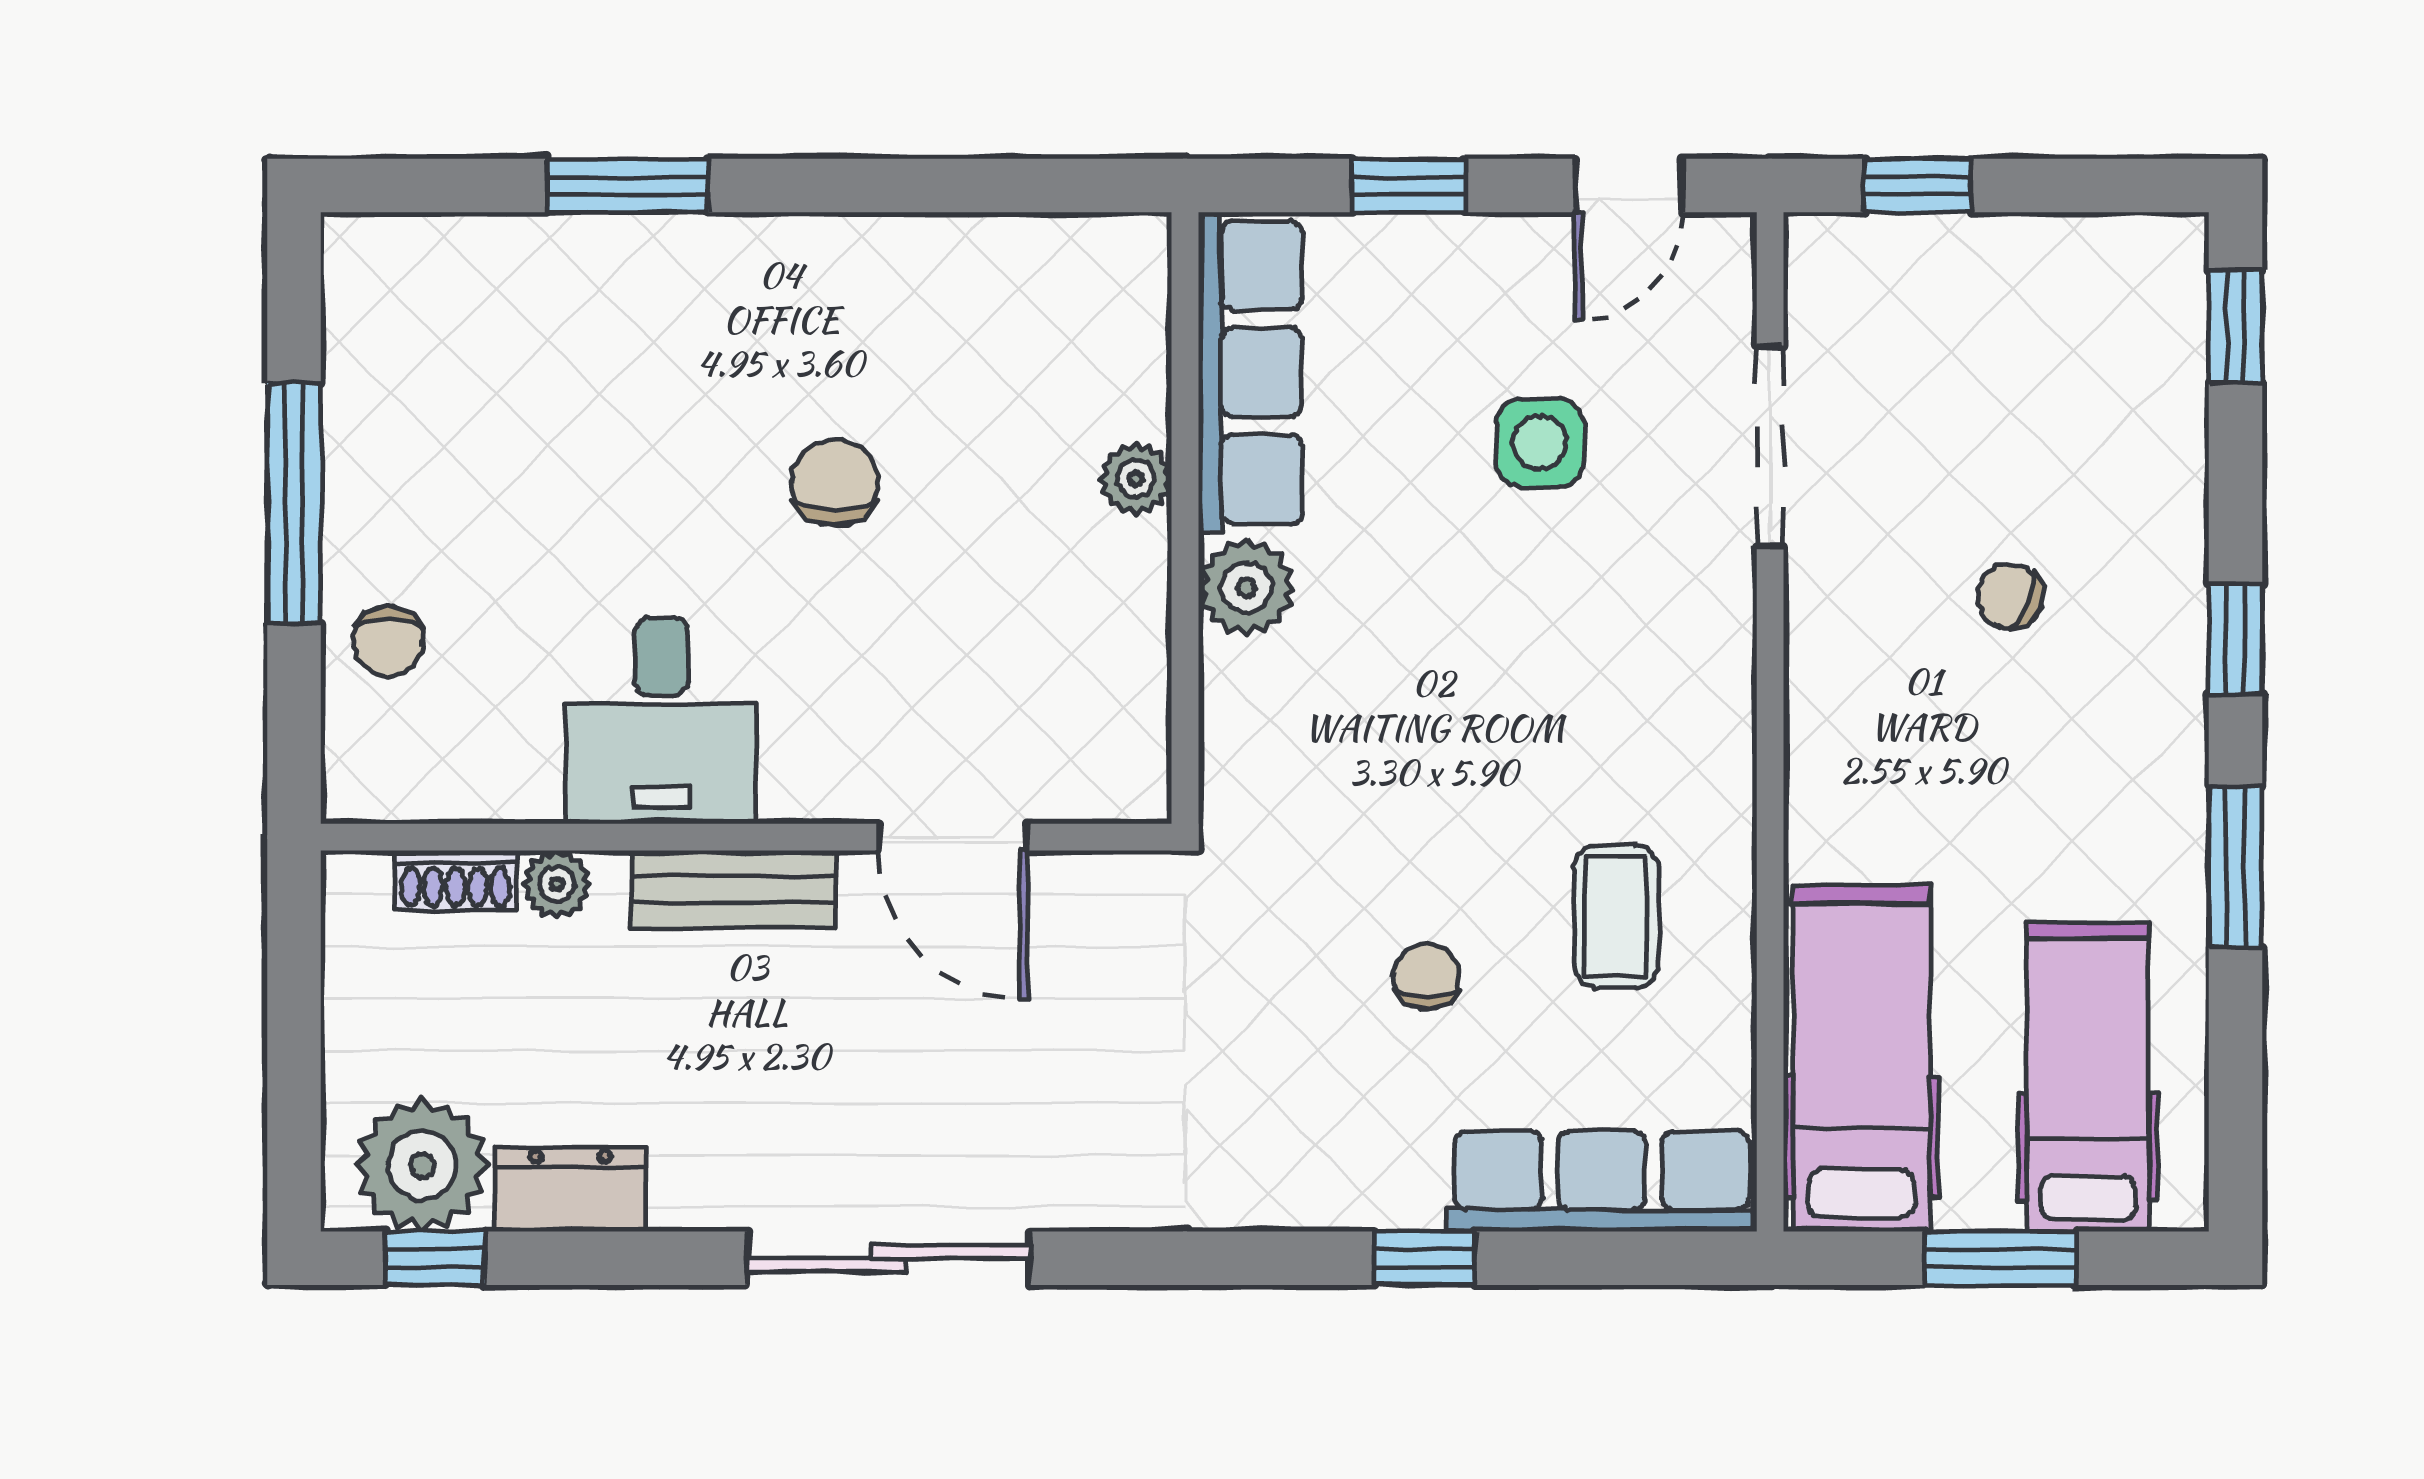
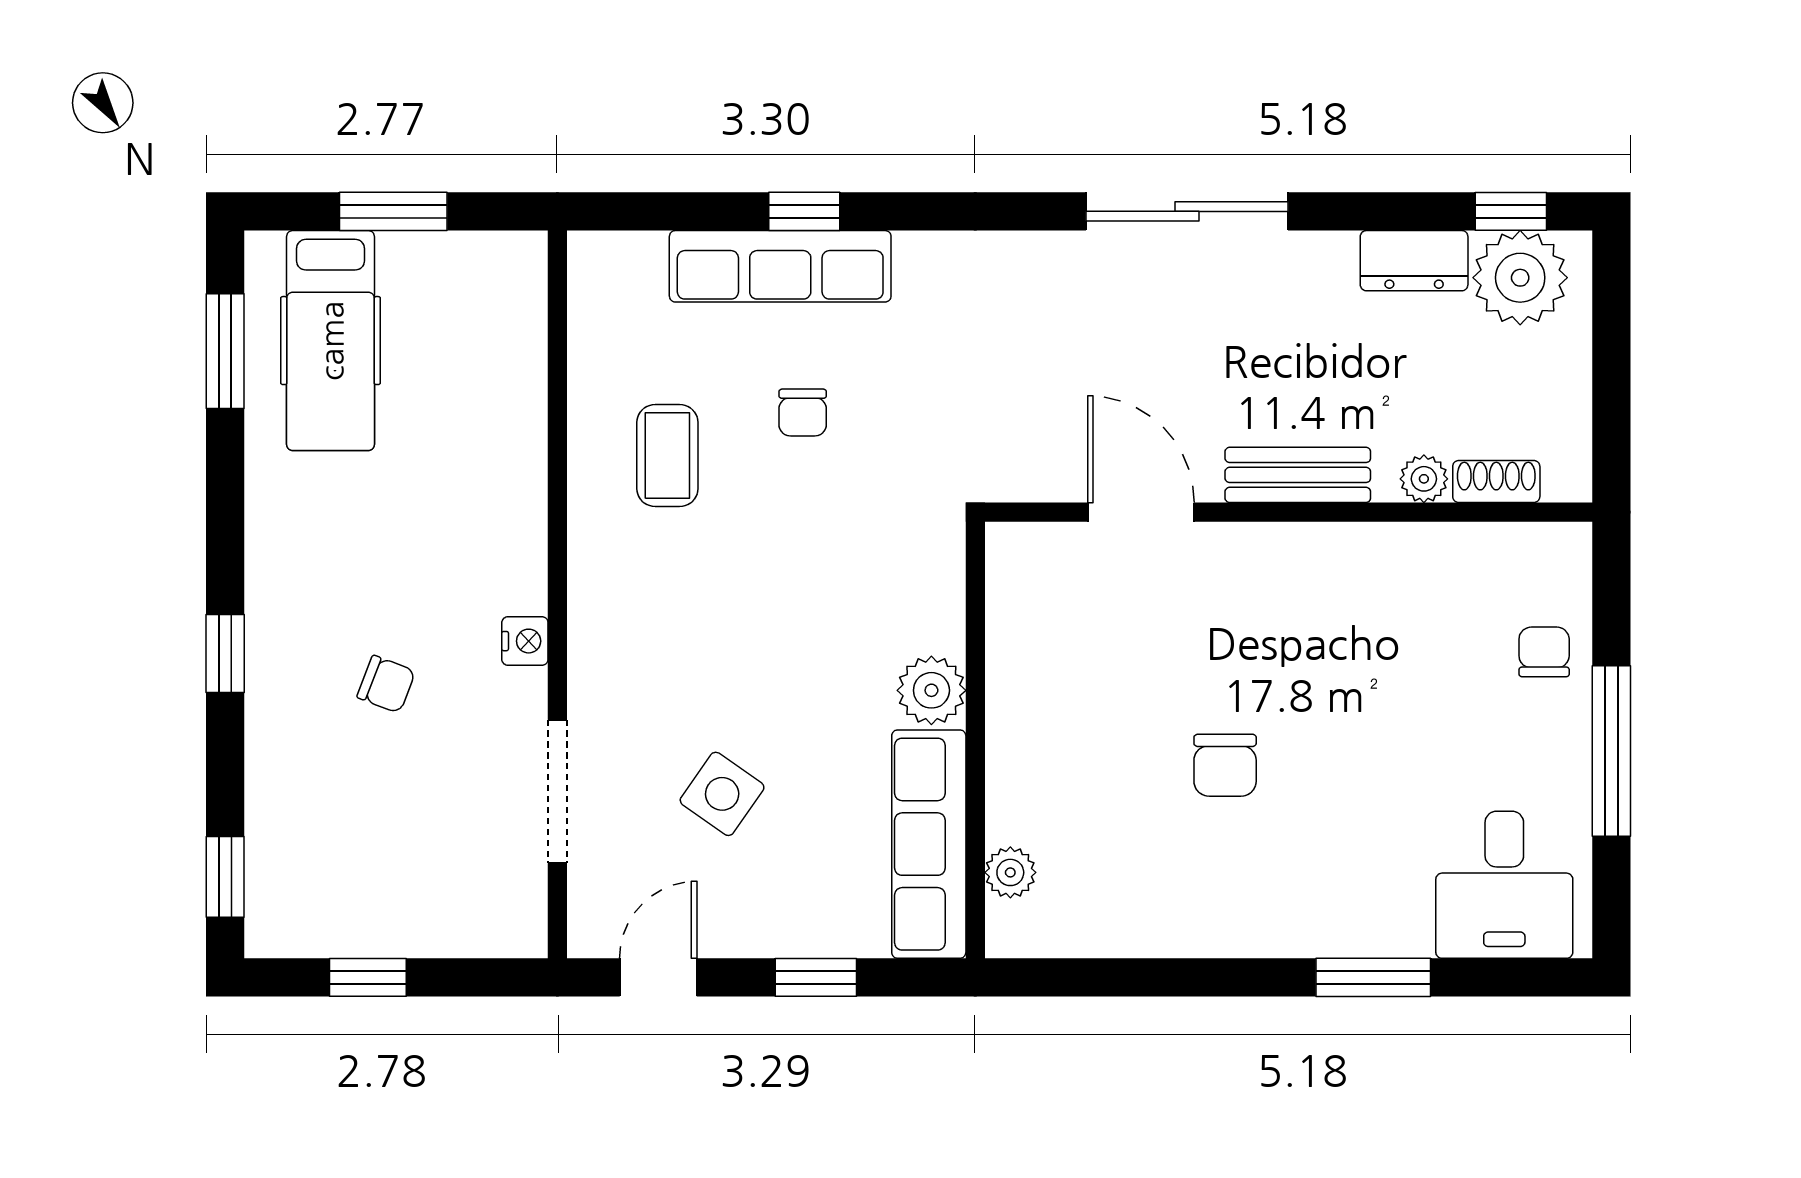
window: (1918, 186) -> (368, 977), moved
side table: (1540, 443) -> (722, 794), turned 35
plant: (1136, 478) -> (1010, 872), moved
nightstand: (1816, 657) -> (525, 641), added
desk: (661, 721) -> (1504, 885), moved, turned 180
window: (2236, 867) -> (225, 351), moved
hospital bed: (1861, 1059) -> (492, 354), removed
row of seats: (1602, 1181) -> (780, 266), moved

